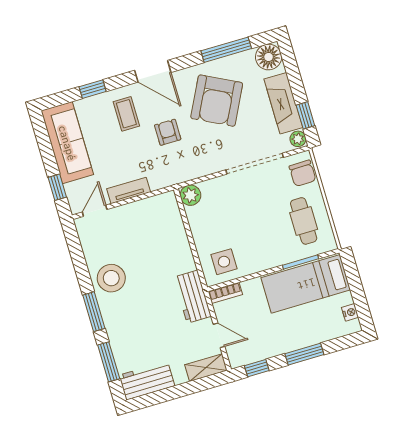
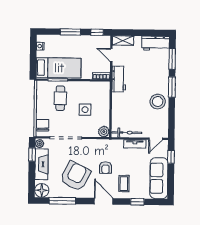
bicycle: (149, 206) -> (127, 133), added
cafe table: (304, 221) -> (60, 98), moved
side table: (224, 262) -> (85, 110), moved

